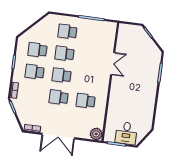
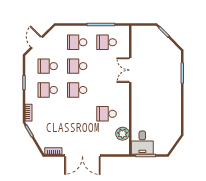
door: (30, 27) -> (37, 42), added
double door: (113, 64) -> (130, 70), swing flipped
school desk: (59, 97) -> (107, 42), moved
desk: (126, 133) -> (142, 143), moved
plant: (96, 134) -> (123, 134), moved

